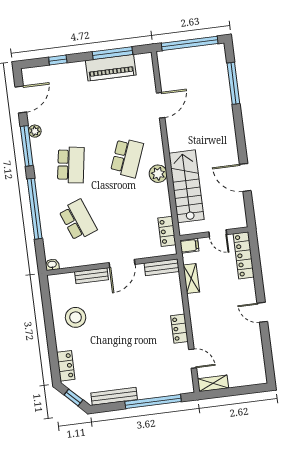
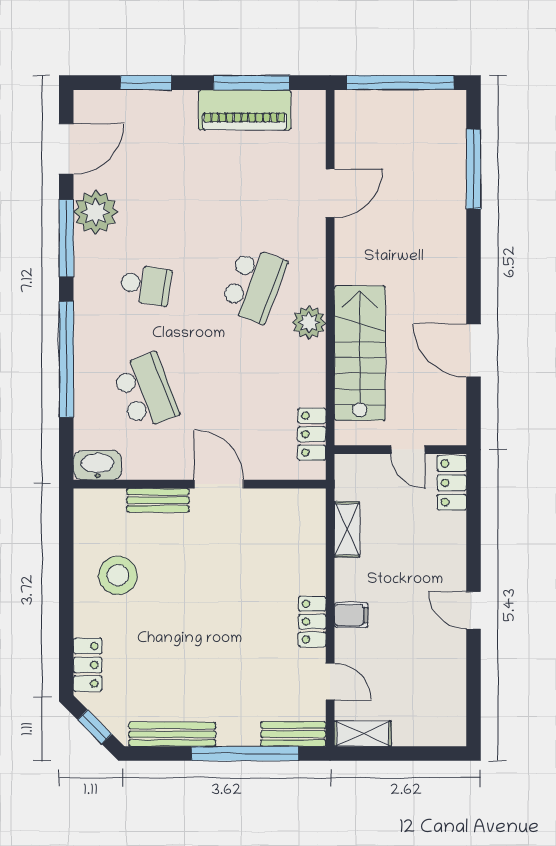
window: (58, 60) -> (146, 83), width x1.50
plant: (35, 131) -> (96, 212), width x1.87, depth x1.87
school desk: (71, 165) -> (146, 285), width x0.54
filing cabinet: (189, 246) -> (351, 615), moved
locker: (244, 255) -> (452, 483), width x0.66
door: (122, 263) -> (219, 484), swing flipped
washbasin: (52, 265) -> (98, 465), width x1.91, depth x1.45
bench: (162, 267) -> (293, 734), moved

